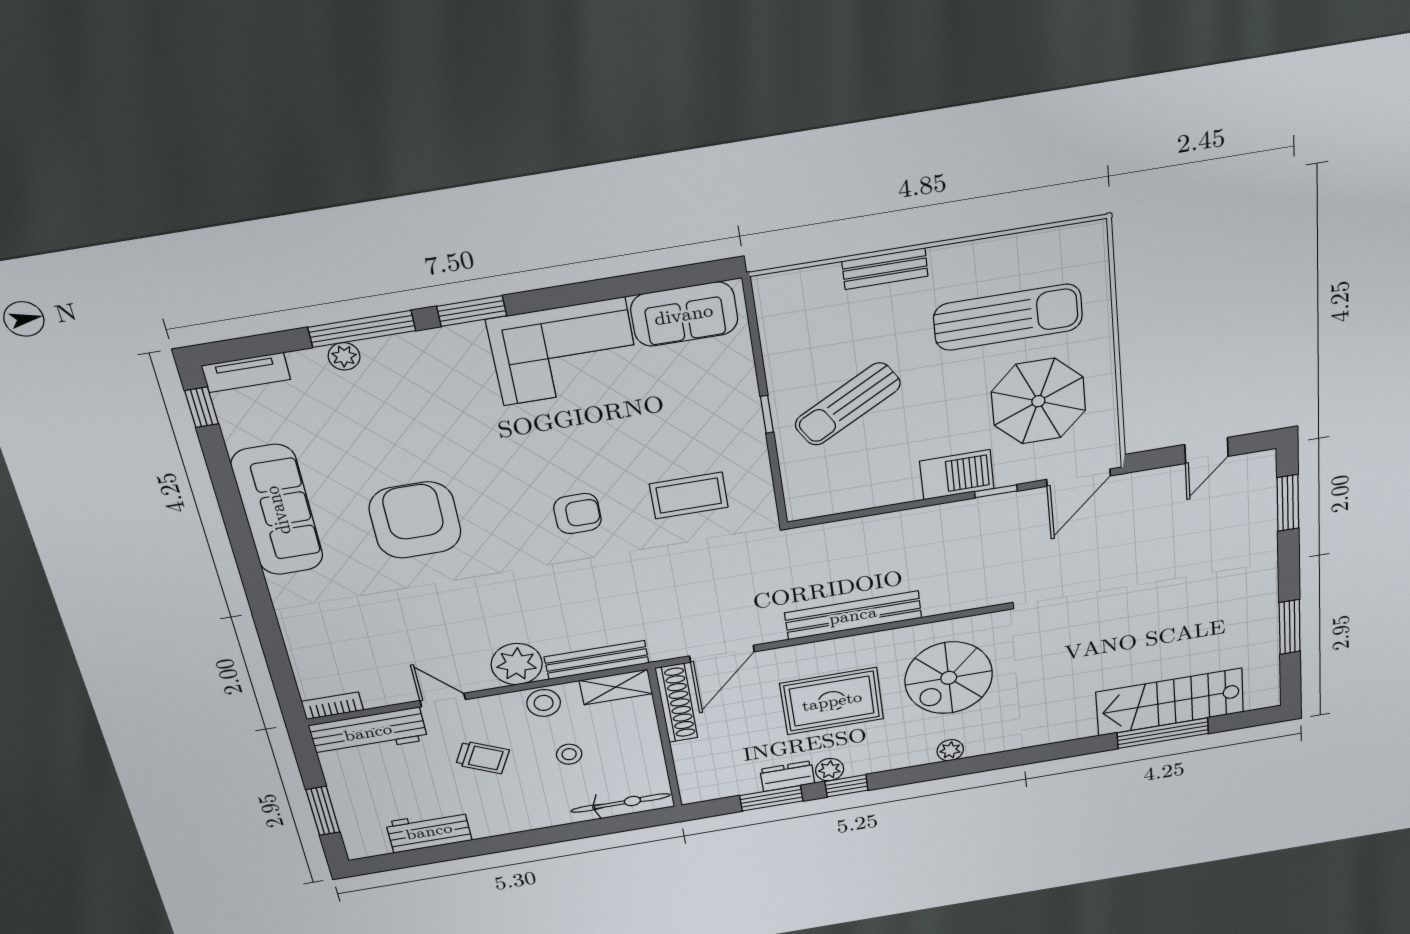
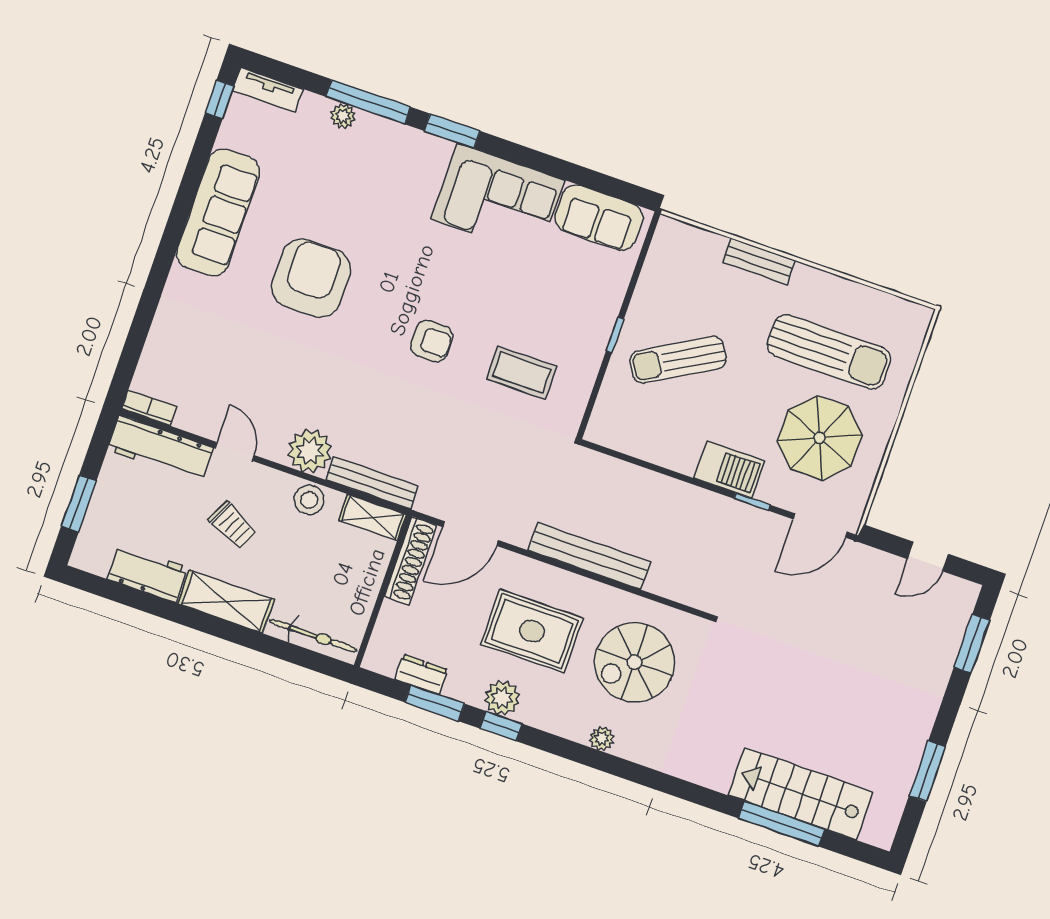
stool: (569, 754) -> (300, 562), removed
plant: (830, 770) -> (502, 698), width x1.38, depth x1.38
dresser: (787, 776) -> (421, 674), moved
shelving: (519, 817) -> (226, 602), added

